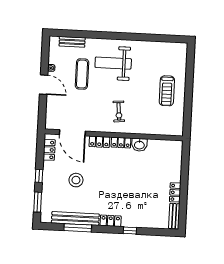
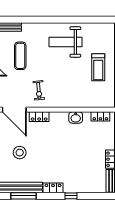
weight bench: (113, 63) -> (66, 42), moved
exercise bike: (119, 111) -> (39, 90), moved
locker: (121, 143) -> (100, 116), moved

